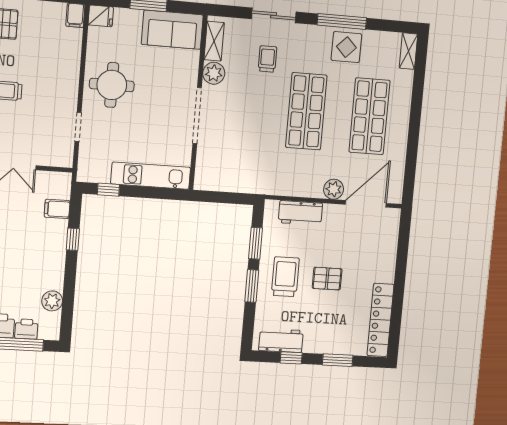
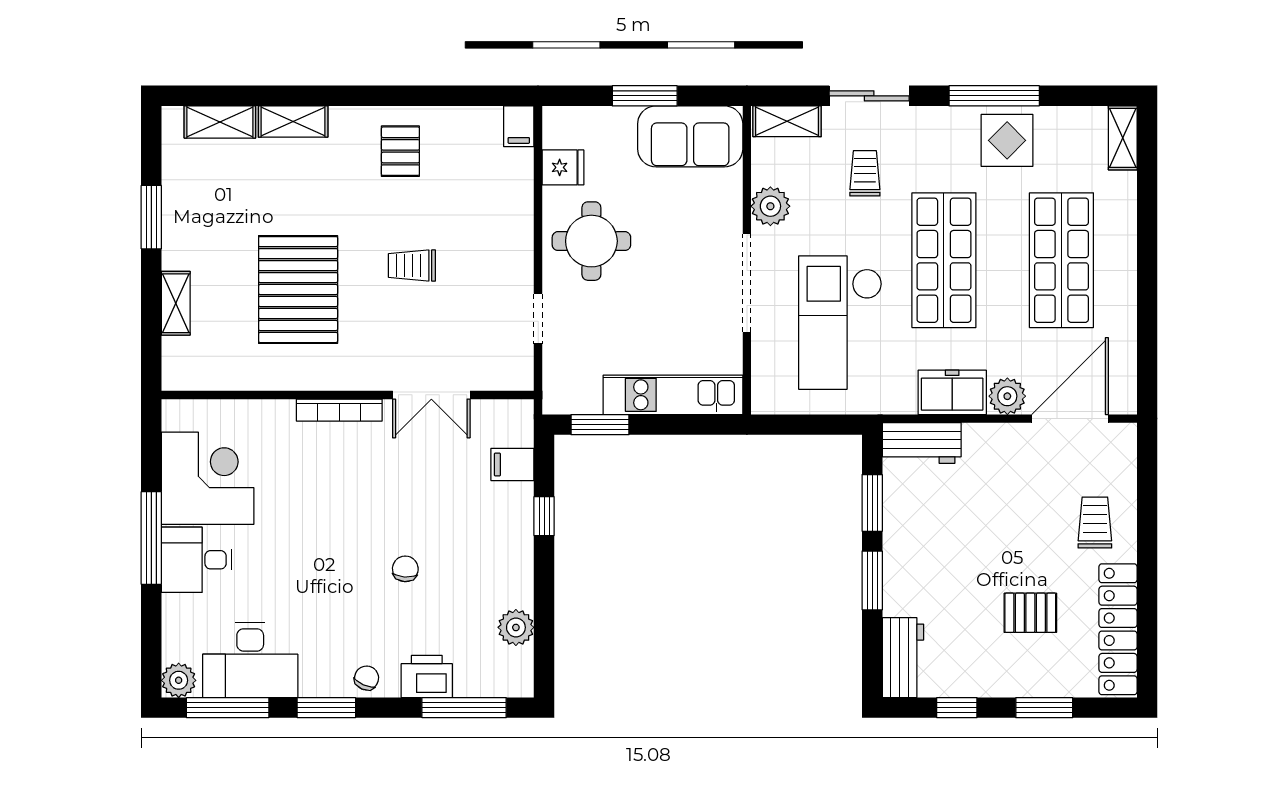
fridge: (101, 16) -> (563, 167), moved
shelving: (214, 41) -> (787, 121), moved, turned 90
checkout: (247, 142) -> (840, 323), added
freezer: (304, 185) -> (952, 392), added
window: (108, 190) -> (600, 425), width x1.50
workbench: (300, 213) -> (922, 443), moved
trolley: (285, 277) -> (1095, 523), moved, width x0.73, depth x0.72
pallet: (327, 279) -> (1030, 613), moved
printer: (26, 329) -> (474, 680), removed
workbench: (281, 341) -> (903, 658), moved, turned 90

